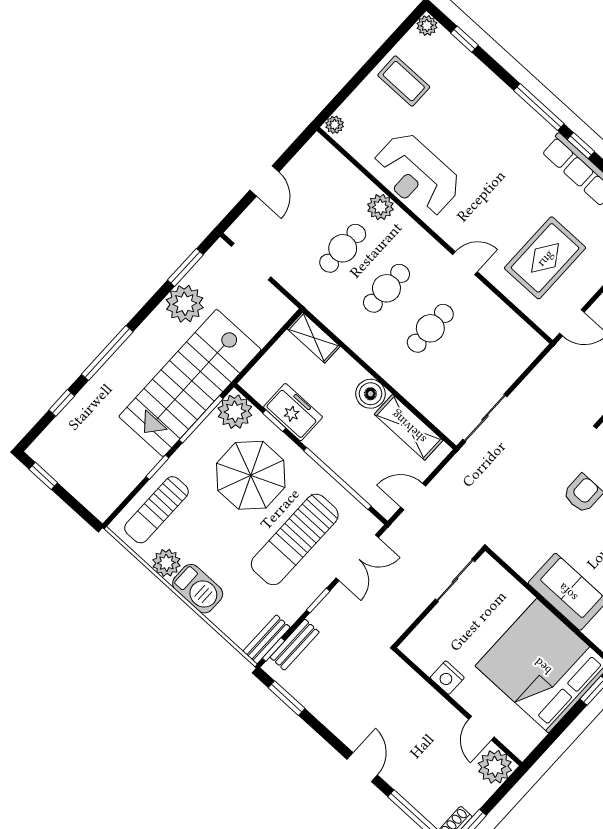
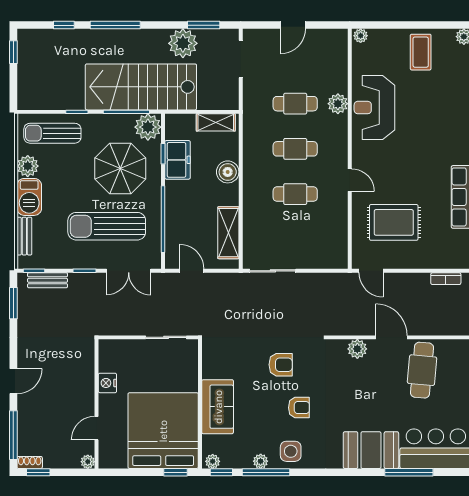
shelving: (314, 338) -> (216, 122), moved, turned 90
boiler: (371, 394) -> (228, 172), moved
bench: (267, 639) -> (24, 236), moved, turned 90
plant: (495, 767) -> (88, 462), width x0.53, depth x0.53

